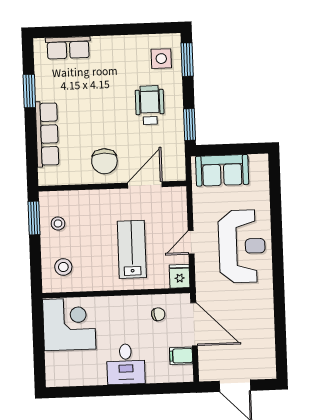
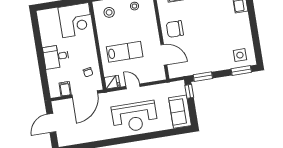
wheelchair: (150, 105) -> (211, 52), removed
window: (211, 150) -> (189, 91), added
sofa: (222, 170) -> (180, 112), moved

